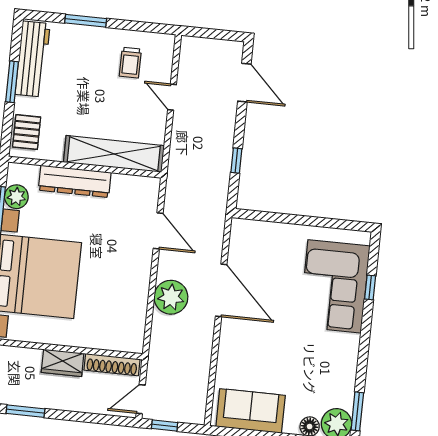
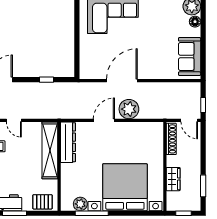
door: (172, 97) -> (14, 120), hinge flipped
dresser: (75, 181) -> (68, 142), moved
door: (158, 231) -> (104, 120), moved
wardrobe: (63, 363) -> (173, 179), moved

